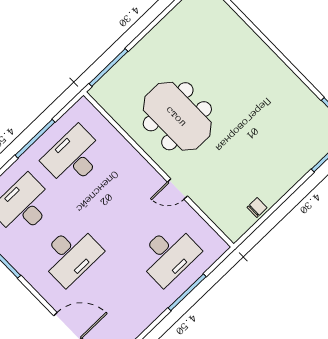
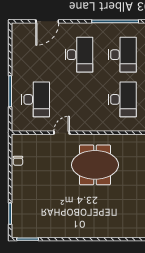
desk: (71, 255) -> (79, 55), turned 180
desk: (168, 255) -> (36, 99), turned 180

